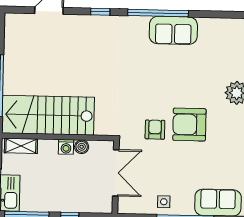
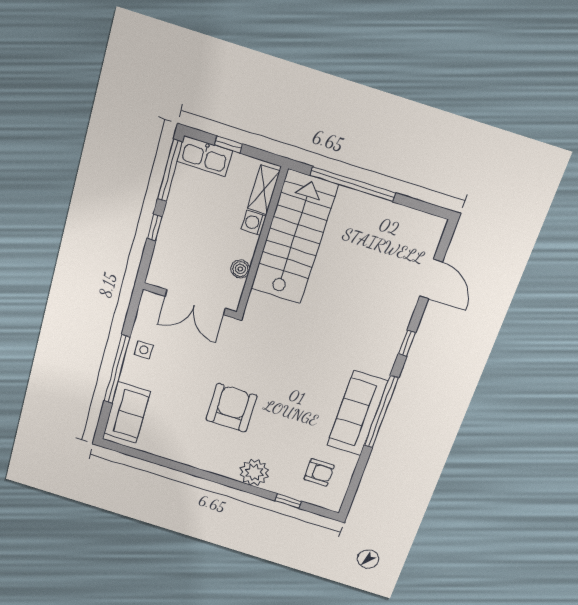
sofa: (173, 30) -> (357, 413), width x1.36
armchair: (155, 130) -> (319, 472), moved
washing machine: (66, 147) -> (254, 223), moved

